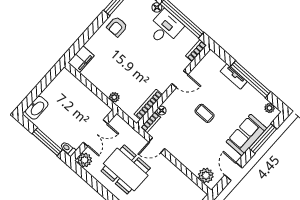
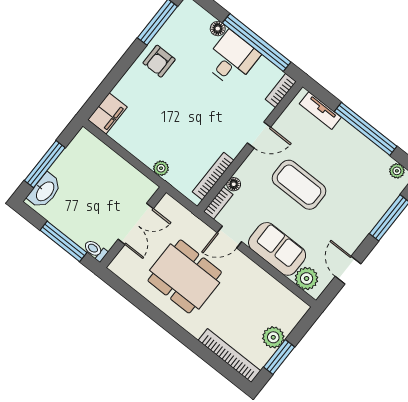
tv unit: (234, 76) -> (320, 111), moved
window: (38, 90) -> (45, 164), added
coffee table: (205, 113) -> (299, 185), width x1.86, depth x1.72
sofa: (246, 135) -> (277, 249), moved, turned 90
plant: (85, 160) -> (122, 266), removed

